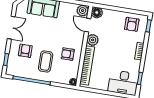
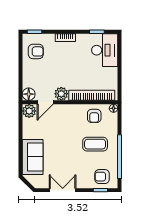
armchair: (25, 51) -> (102, 177), moved
armchair: (68, 54) -> (94, 116), moved

